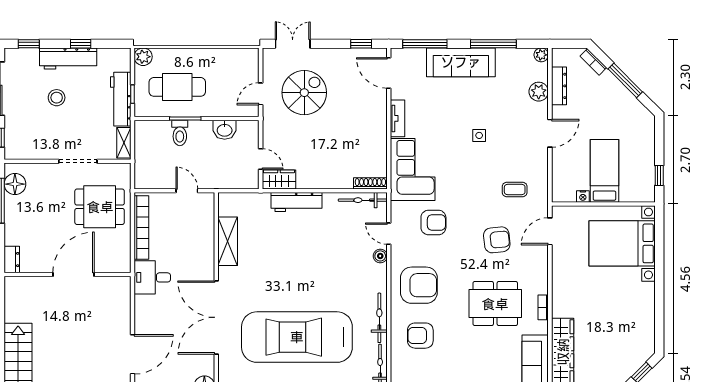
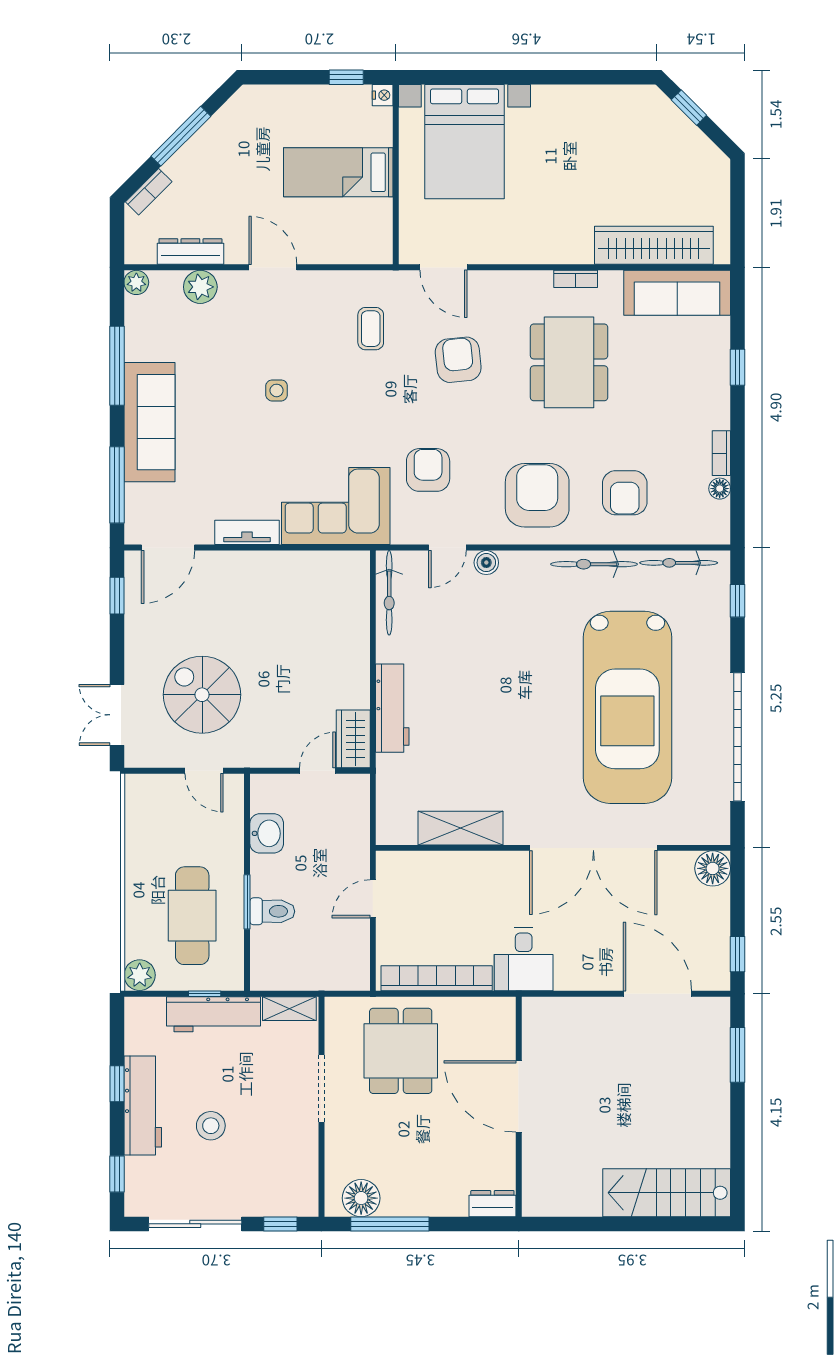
shoe rack: (370, 183) -> (360, 580), removed
nightstand: (583, 196) -> (383, 95), moved

